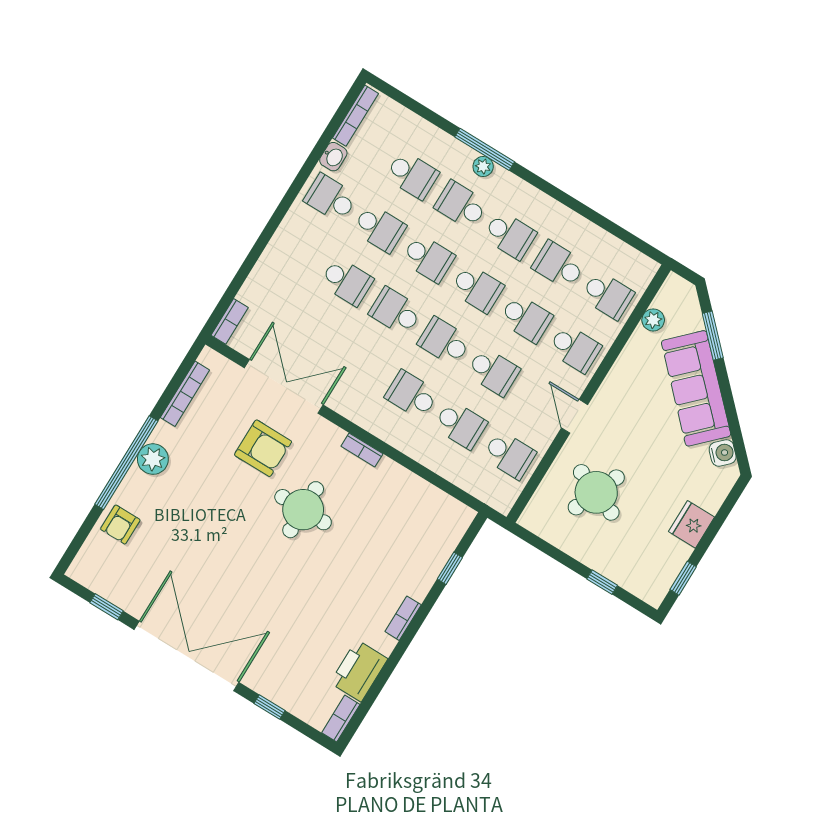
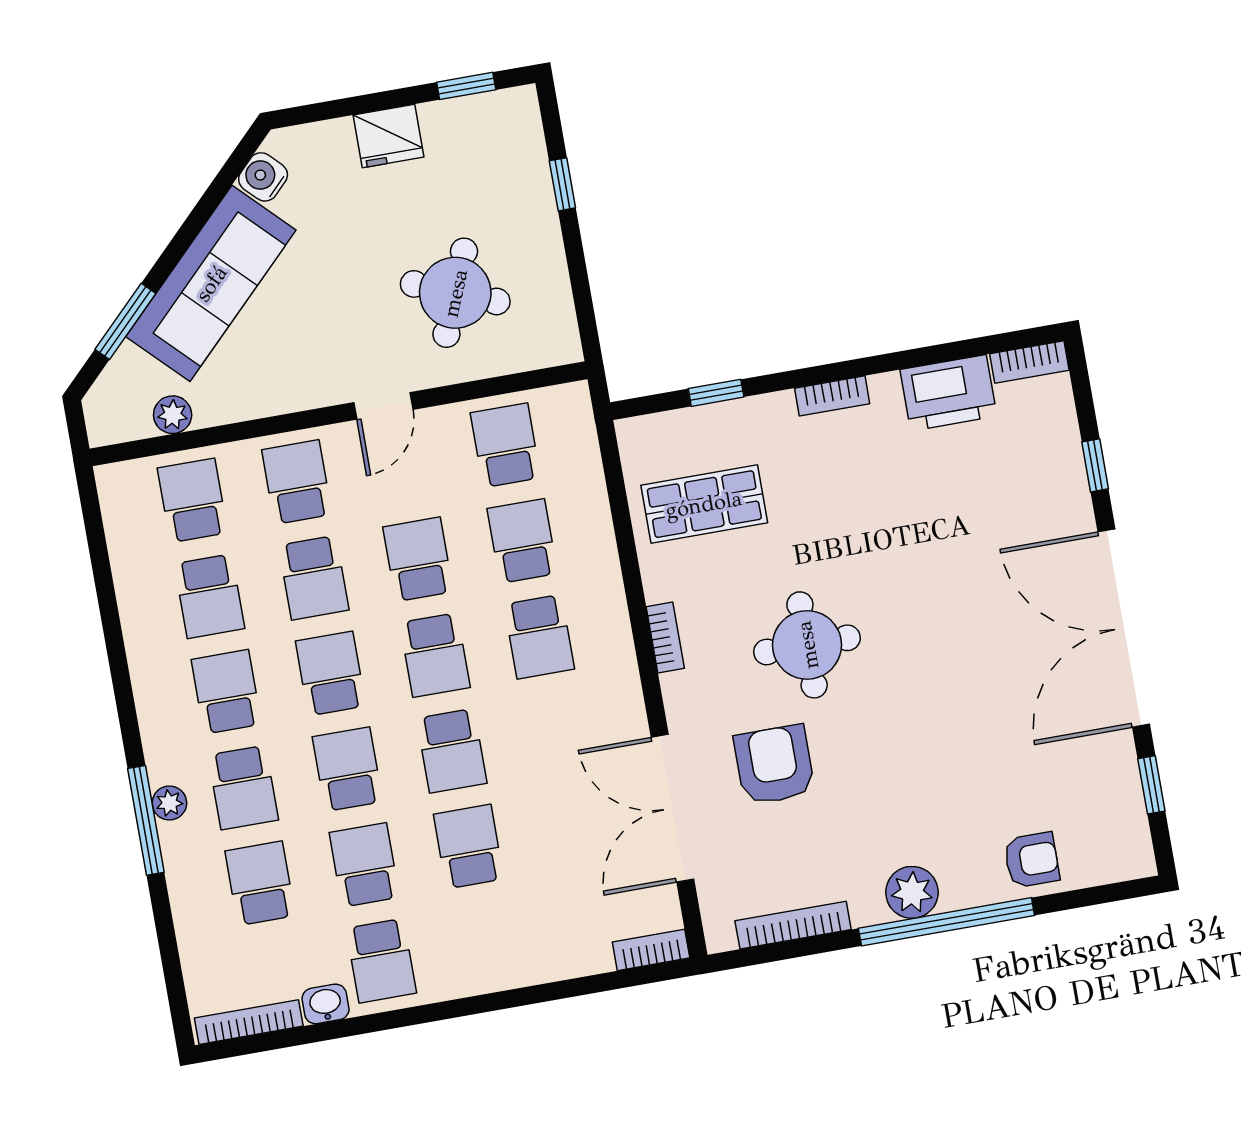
school desk: (526, 318) -> (314, 578), turned 180
shop shelf: (405, 519) -> (704, 504), added

